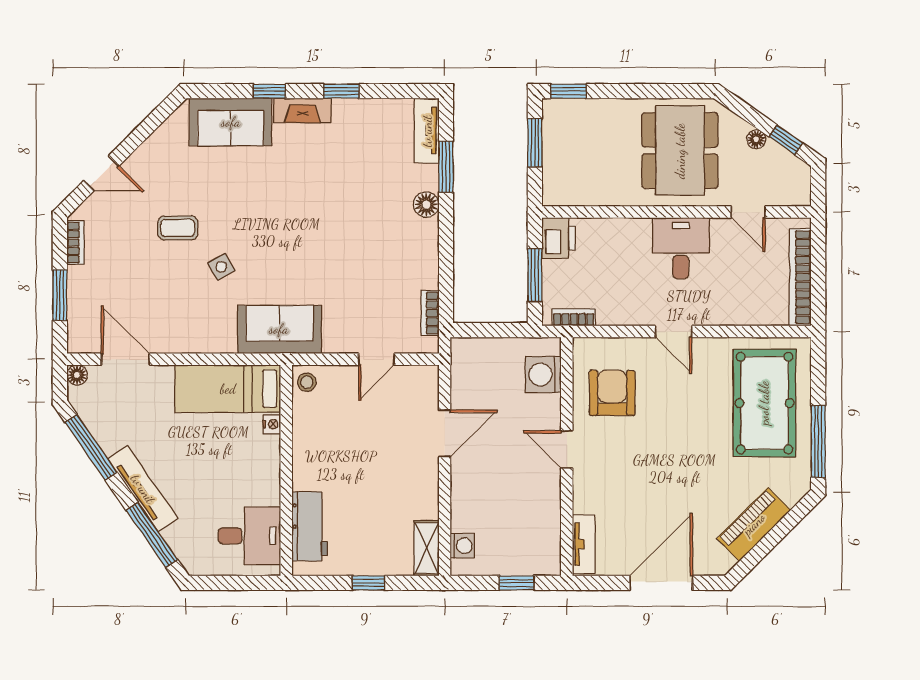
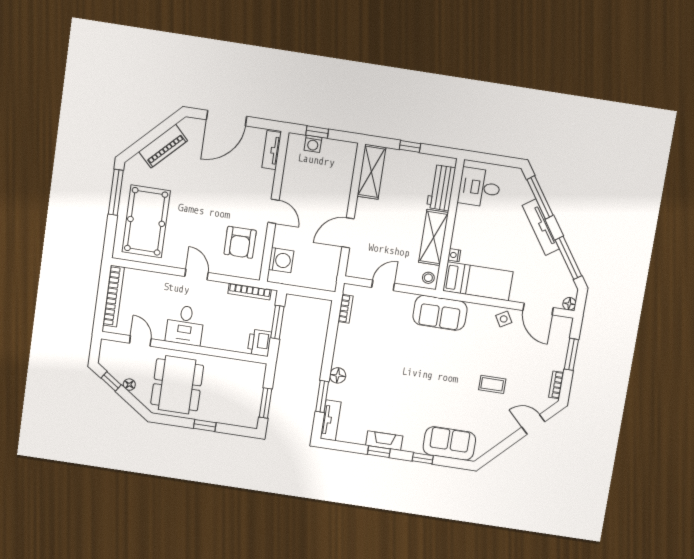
window: (569, 91) -> (205, 426), moved
fireplace: (303, 110) -> (384, 441), moved
side table: (221, 267) -> (504, 319), moved
bookcase: (574, 317) -> (250, 292), width x1.56
shelving: (309, 447) -> (433, 237), added
washing machine: (462, 546) -> (313, 144), moved, turned -90
shelving: (427, 548) -> (371, 172), width x1.50, depth x1.33

